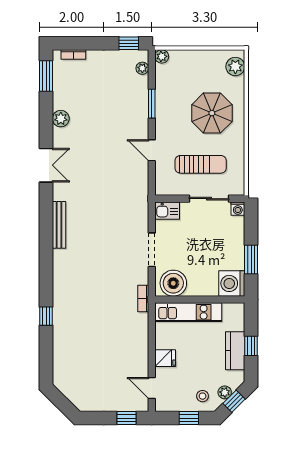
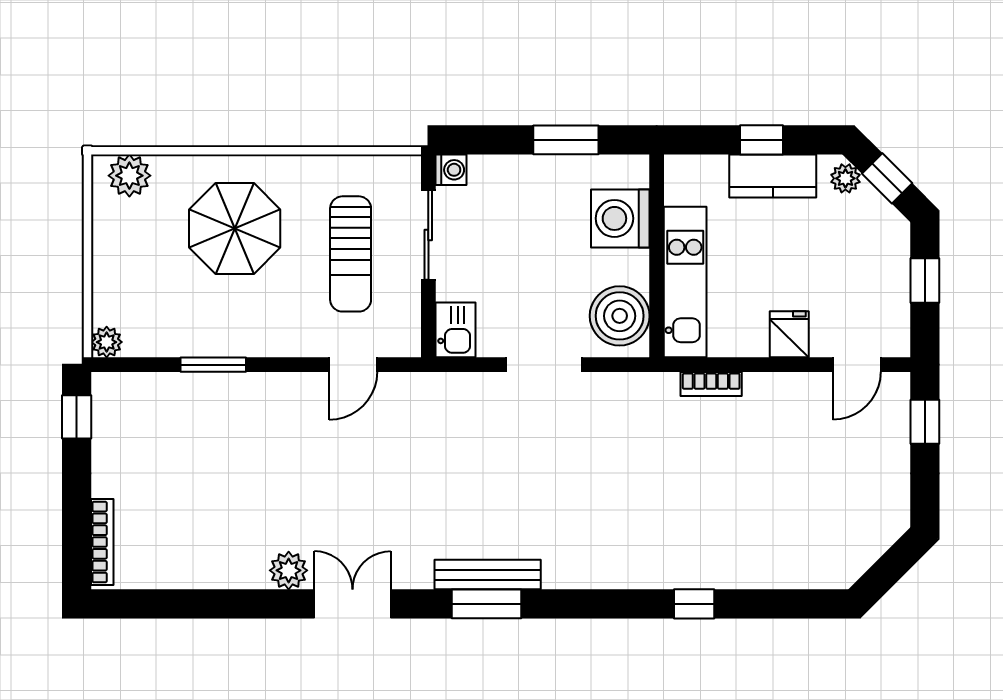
bookcase: (73, 55) -> (102, 542), width x1.56
plant: (142, 68) -> (133, 386), removed
window: (46, 76) -> (487, 604), moved
plant: (61, 119) -> (289, 570), moved
door: (152, 150) -> (353, 365), moved
sun lounger: (201, 164) -> (351, 254), turned 180
washing machine: (232, 283) -> (620, 218), moved, turned 90
bookcase: (143, 299) -> (711, 384), moved
plant: (225, 392) -> (845, 178), moved
stool: (203, 396) -> (875, 250), removed

